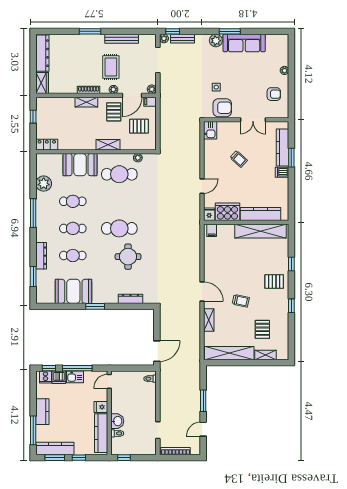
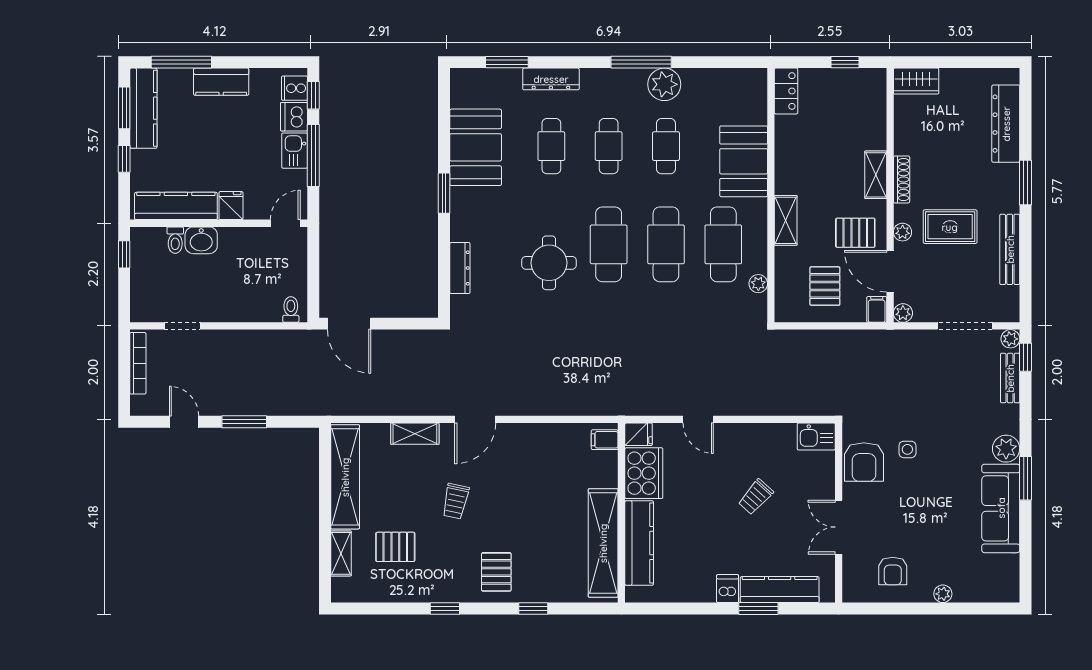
dresser: (42, 53) -> (1006, 124), moved, turned 90
plant: (44, 184) -> (664, 84), moved
cafe table: (119, 201) -> (666, 244), added
door: (109, 381) -> (285, 223), hinge flipped

